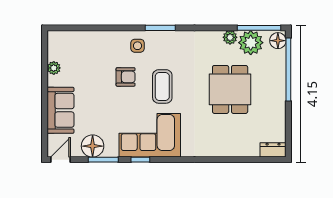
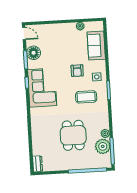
floor lamp: (278, 41) -> (105, 163), removed
coffee table: (162, 86) -> (86, 97), moved
dining table: (230, 89) -> (73, 135), turned 90
sofa: (60, 110) -> (96, 46), moved, turned 90

